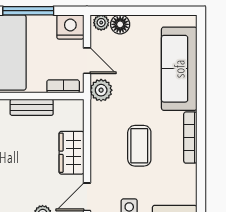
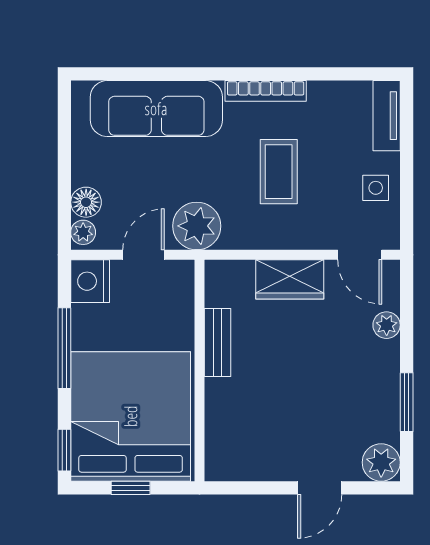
bookcase: (63, 86) -> (184, 293), removed
plant: (101, 90) -> (197, 226), width x1.36, depth x1.36
coffee table: (139, 146) -> (279, 172), turned 90

